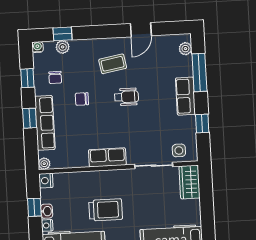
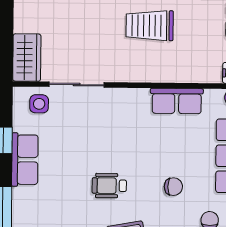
row of seats: (185, 96) -> (25, 160), moved
row of seats: (107, 157) -> (177, 101), moved

